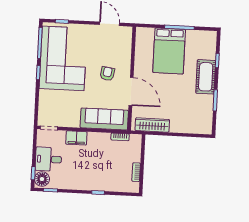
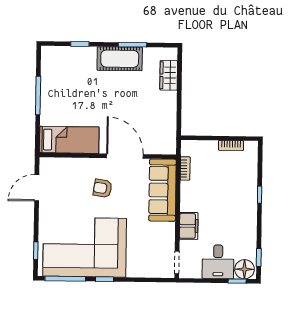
bed: (169, 51) -> (69, 140), moved, width x0.67
cot: (206, 77) -> (120, 59), moved
door: (131, 92) -> (125, 156), hinge flipped
wardrobe: (152, 125) -> (169, 75), moved, width x0.67

